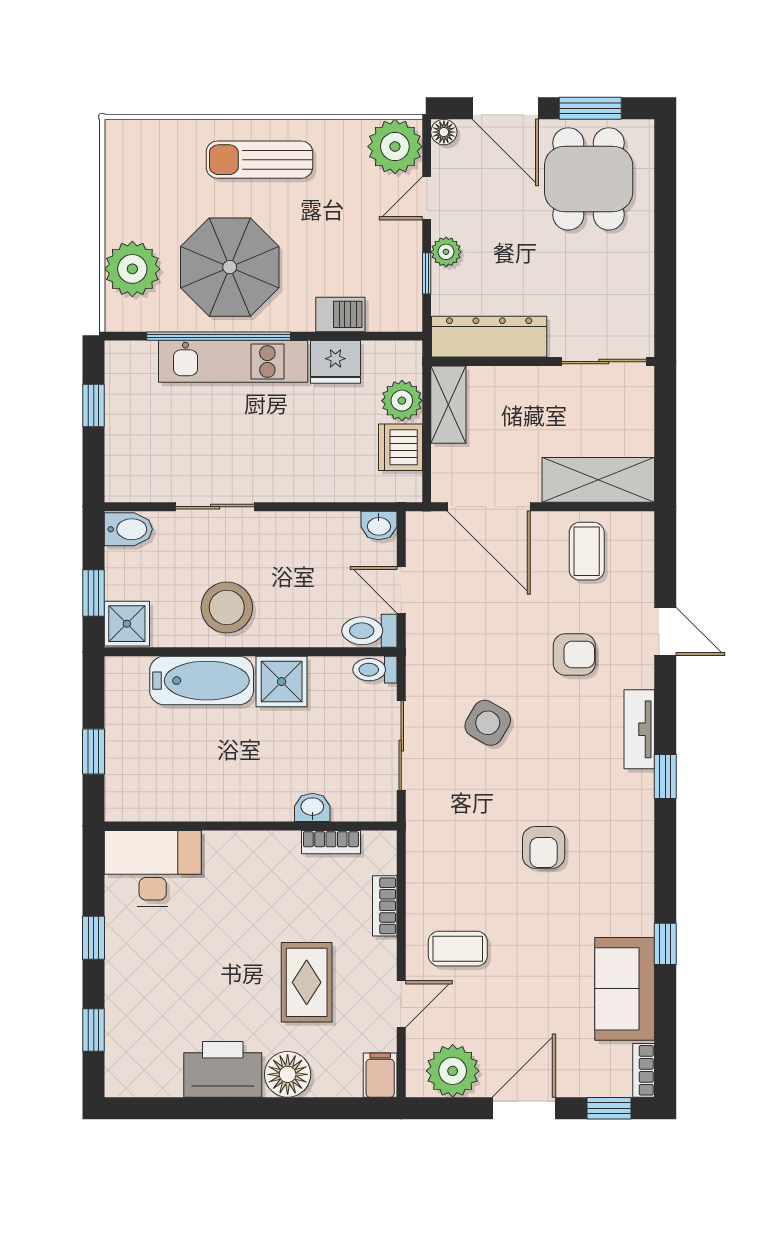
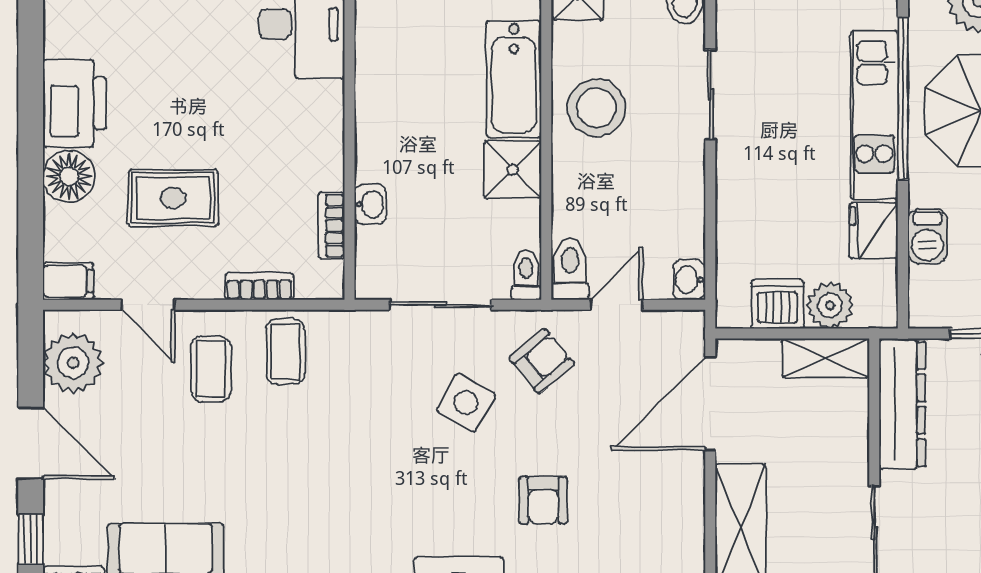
coffee table: (587, 551) -> (285, 352), moved, turned 90
armchair: (544, 847) -> (542, 361), moved, turned 140

